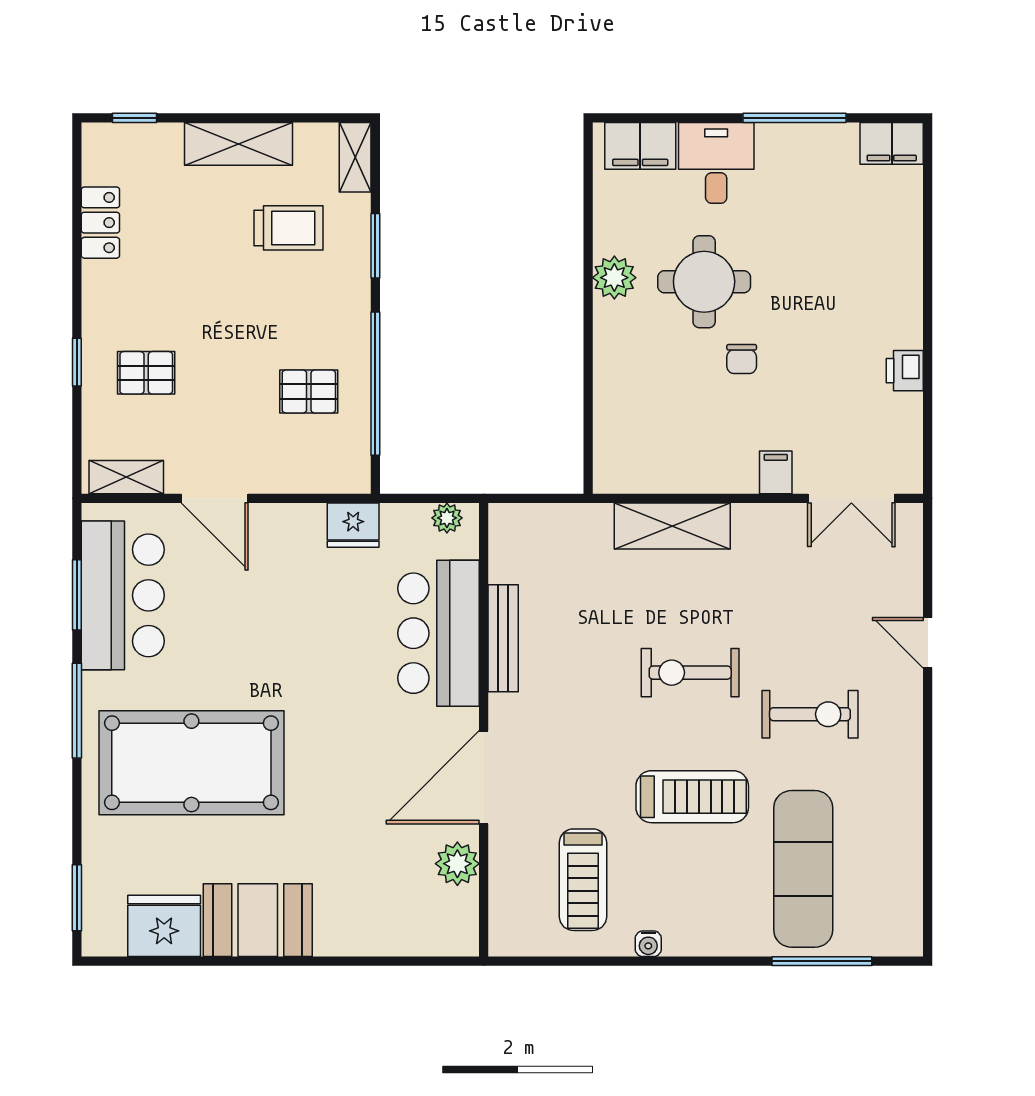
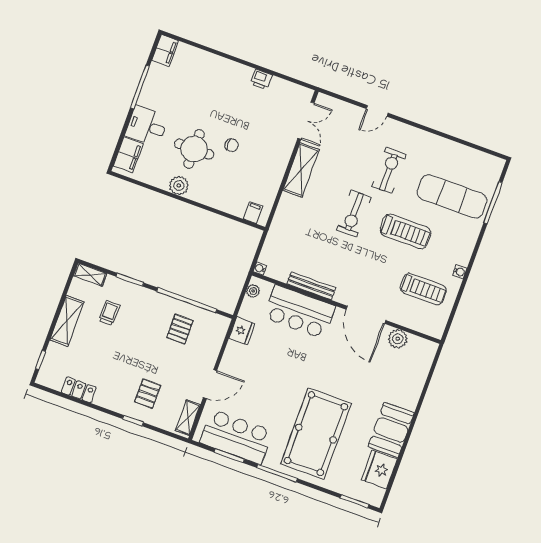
trolley: (288, 228) -> (109, 313), width x0.73, depth x0.72
filing cabinet: (776, 472) -> (253, 213), moved, turned 90
water cooler: (500, 515) -> (260, 268), added
shelving: (672, 526) -> (301, 170), moved
treadmill: (692, 797) -> (405, 231), turned 90

